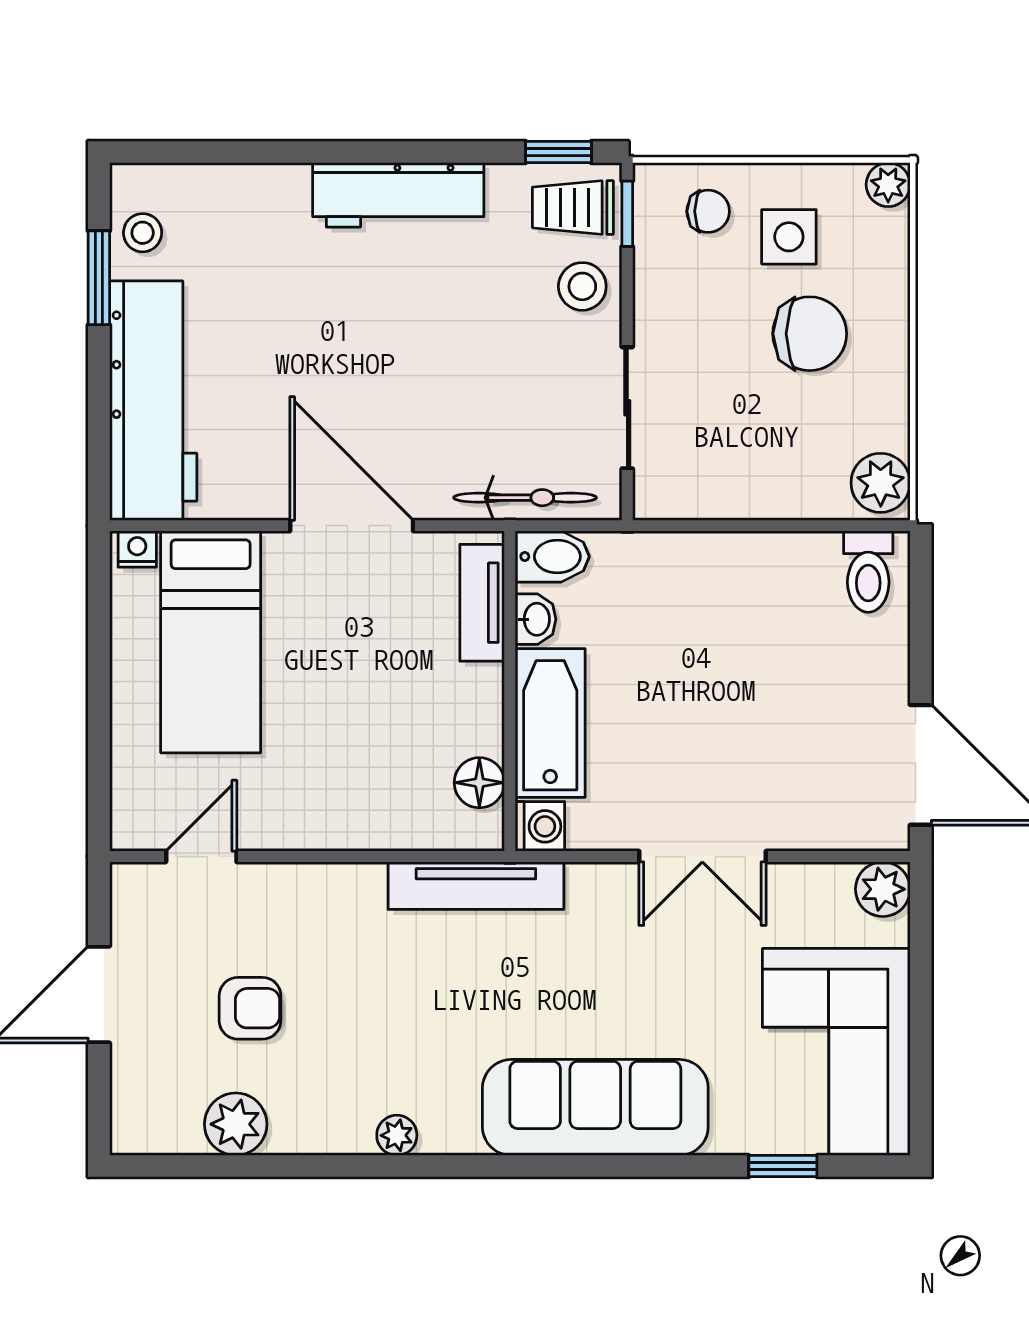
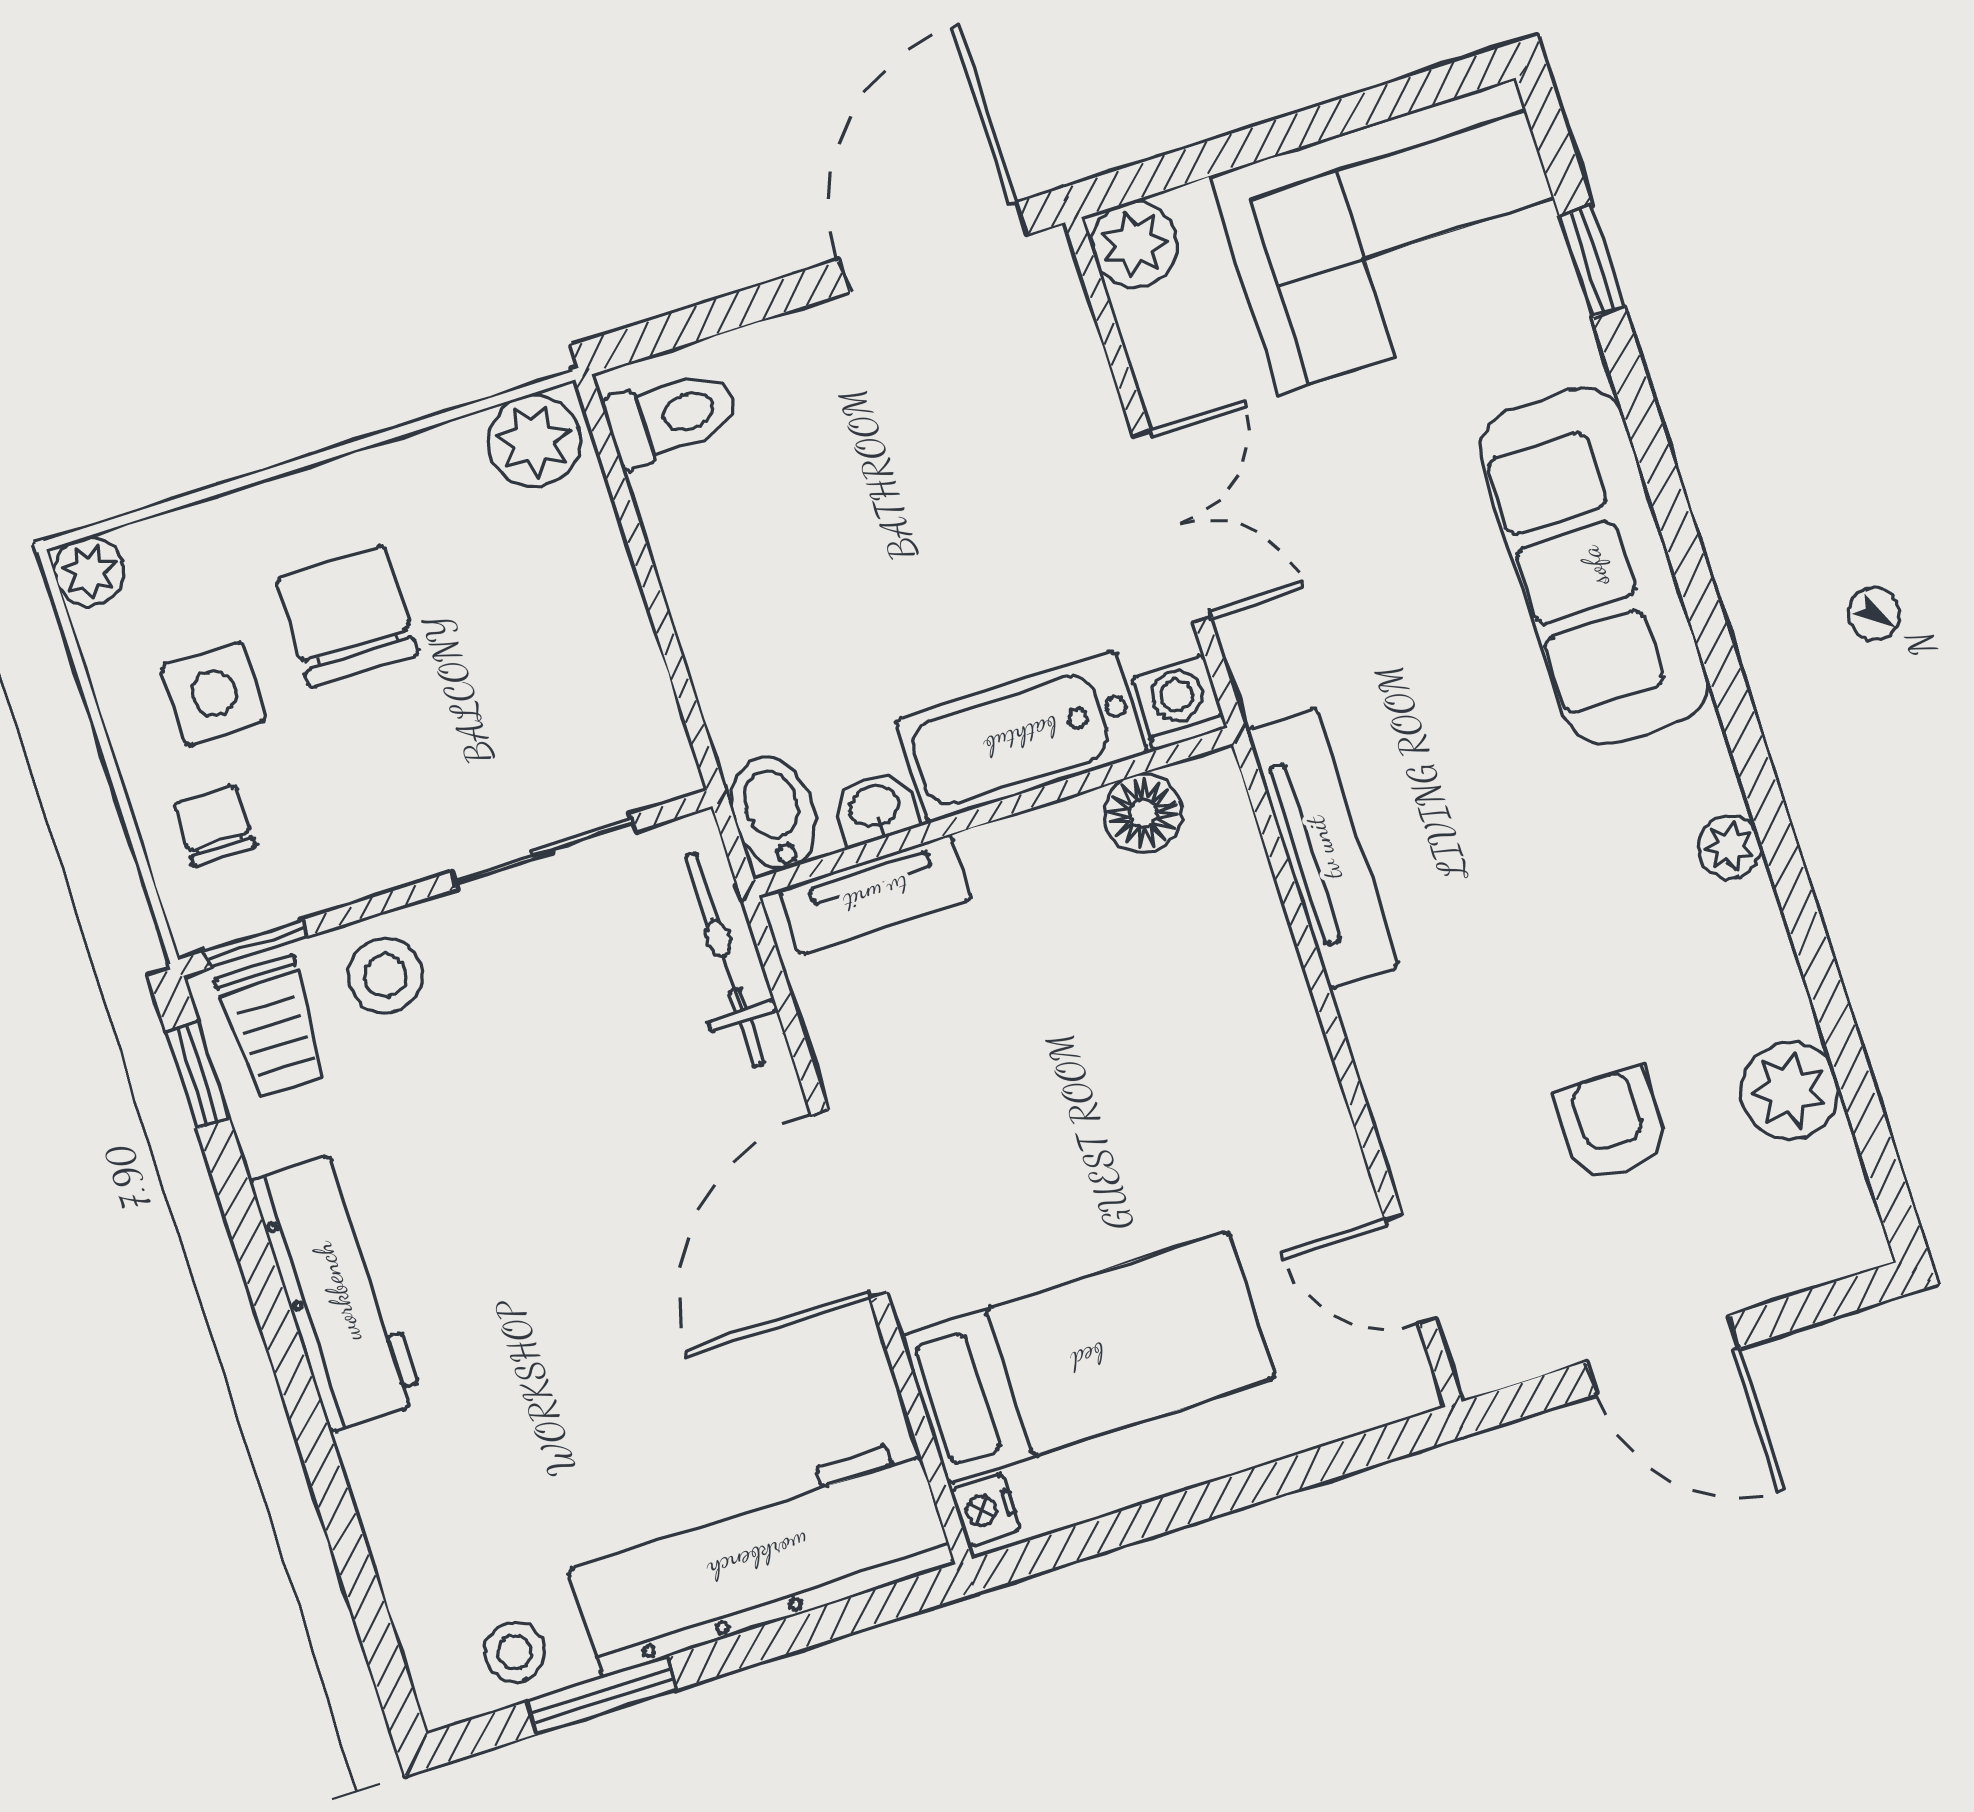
bidet: (552, 557) -> (774, 813), moved
tv unit: (482, 603) -> (876, 895), moved
washbasin: (536, 619) -> (875, 808), moved
wall: (510, 691) -> (993, 812), moved
bathtub: (550, 723) -> (1021, 737), moved
floor lamp: (479, 783) -> (1143, 813), moved
washing machine: (540, 826) -> (1179, 703), moved

